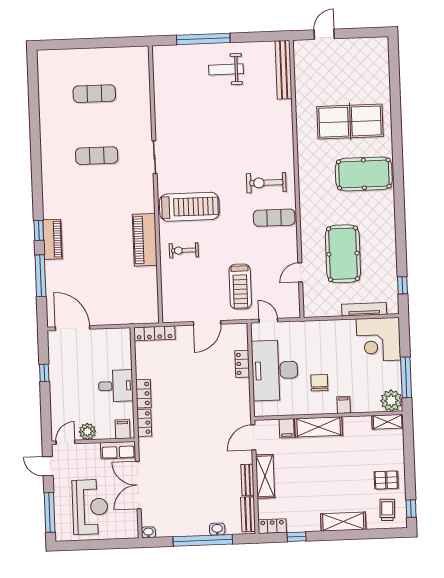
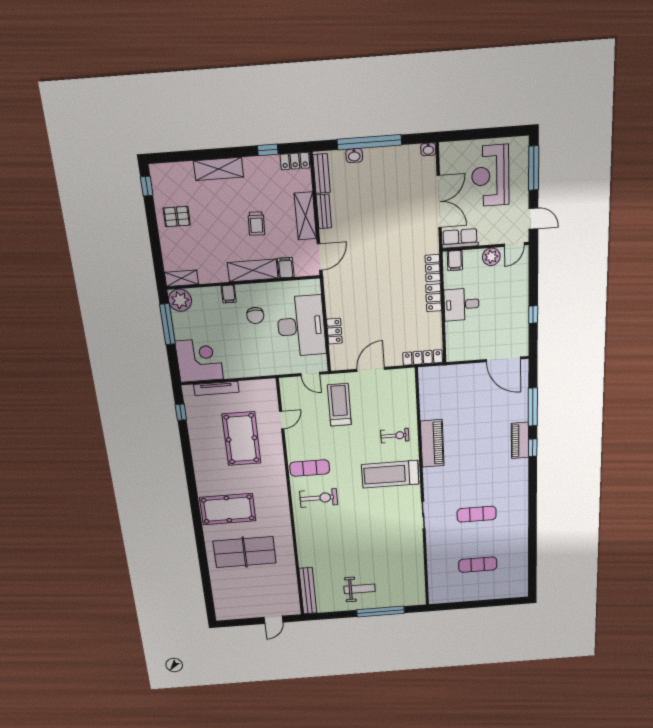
trolley: (387, 510) -> (256, 224), moved

